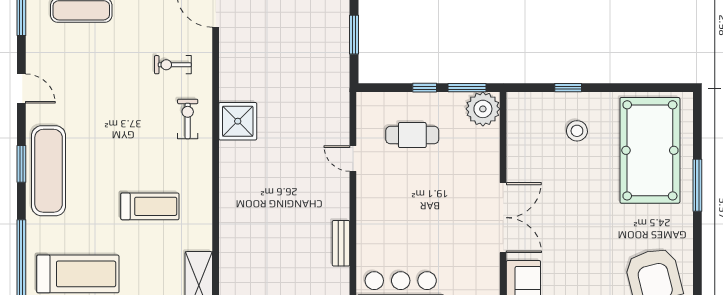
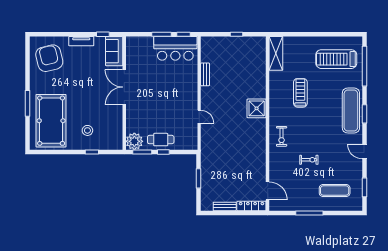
exercise bike: (173, 65) -> (309, 160), moved
shower: (238, 121) -> (257, 108), moved
cafe table: (412, 135) -> (161, 140), moved
treadmill: (150, 206) -> (300, 93), turned 90

